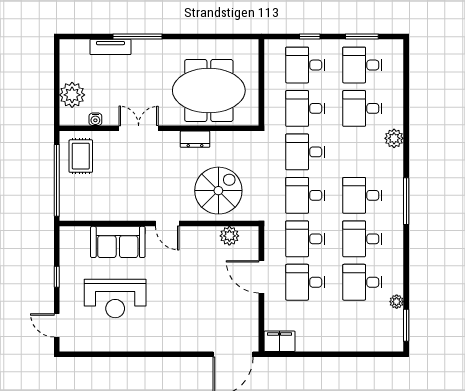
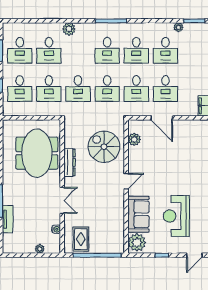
plant: (72, 95) -> (40, 249), width x0.53, depth x0.53
double door: (139, 128) -> (62, 200), swing flipped
dresser: (195, 139) -> (70, 162), width x1.44
rug: (81, 156) -> (81, 239), turned 90
plant: (76, 240) -> (137, 242), added
door: (261, 277) -> (162, 118), hinge flipped
reception desk: (115, 298) -> (176, 216), turned 180

